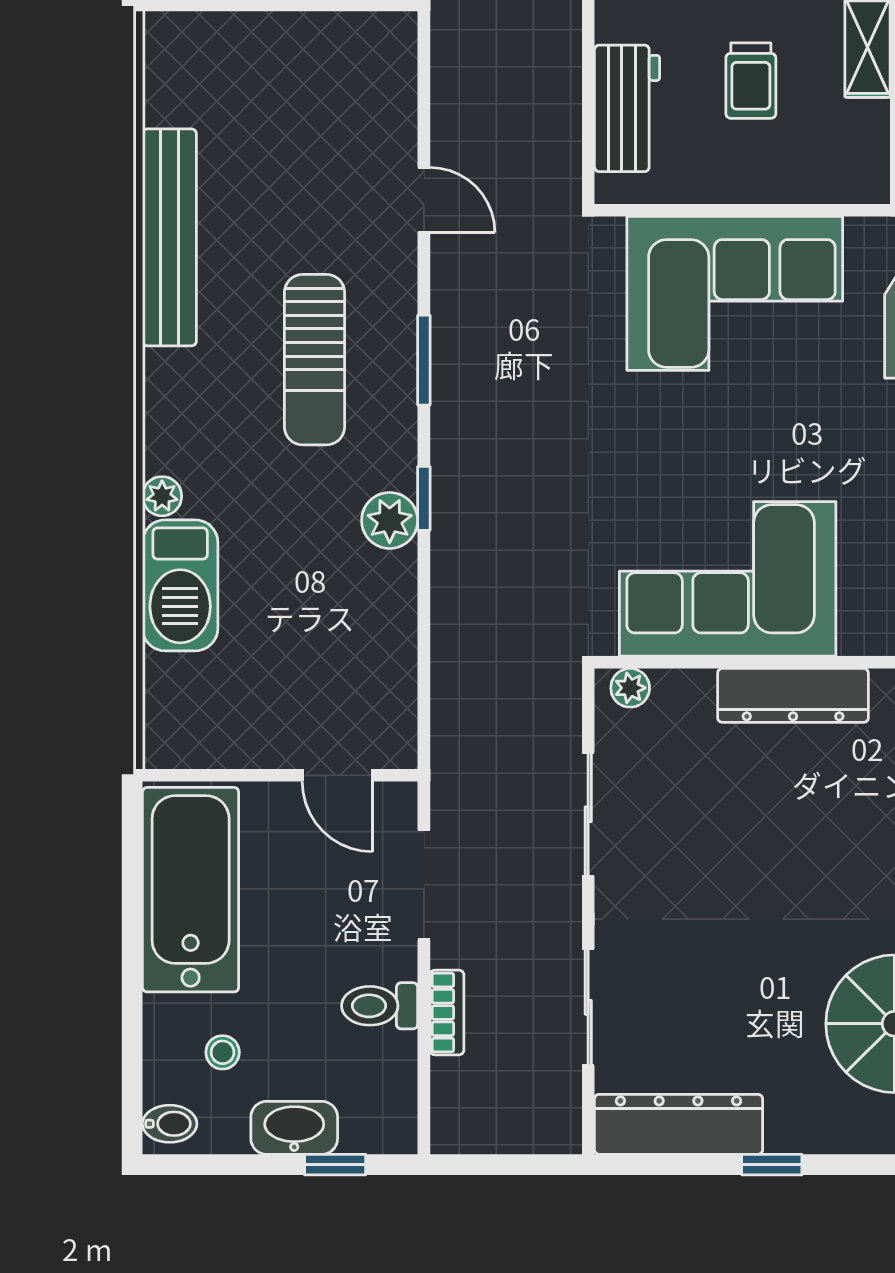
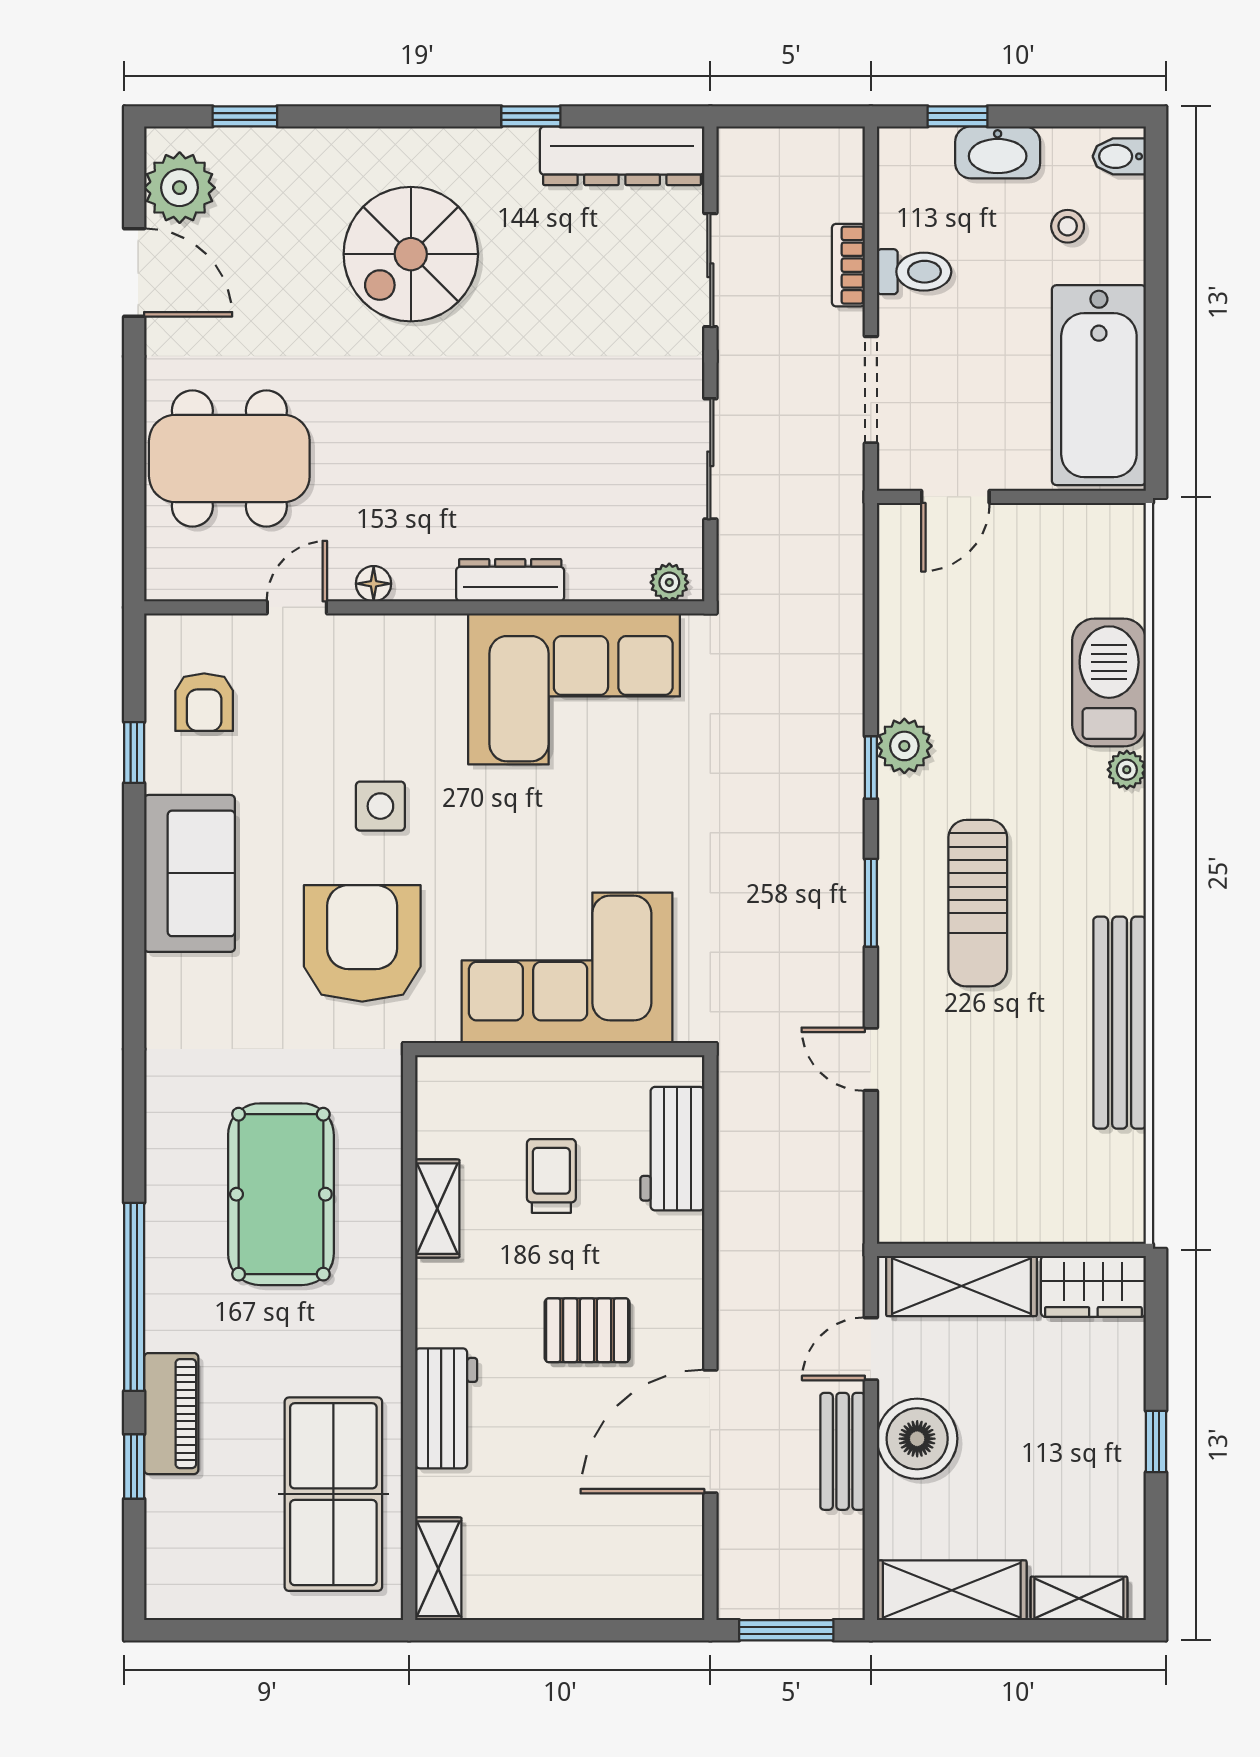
sun lounger: (315, 360) -> (978, 903), turned 180
dresser: (793, 695) -> (510, 580), width x0.73, depth x0.80
door: (337, 775) -> (955, 497), swing flipped

